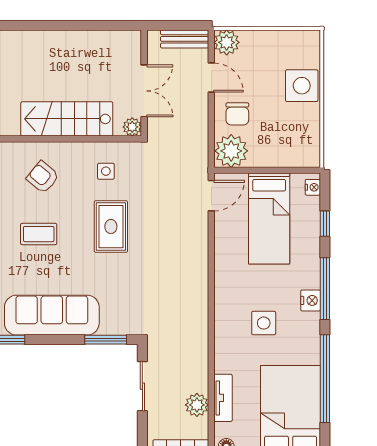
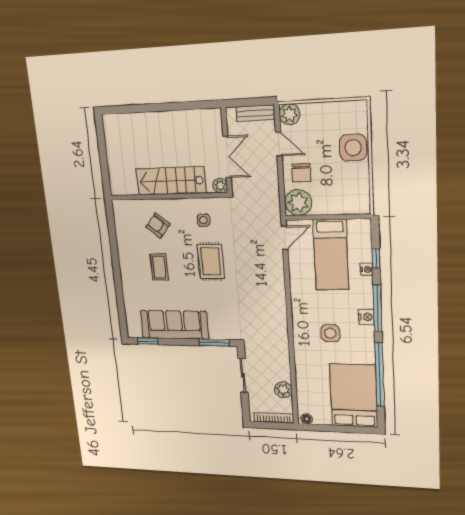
nightstand: (313, 187) -> (367, 269), moved
coffee table: (39, 234) -> (159, 267), turned 90
tv unit: (223, 398) -> (302, 386), removed

